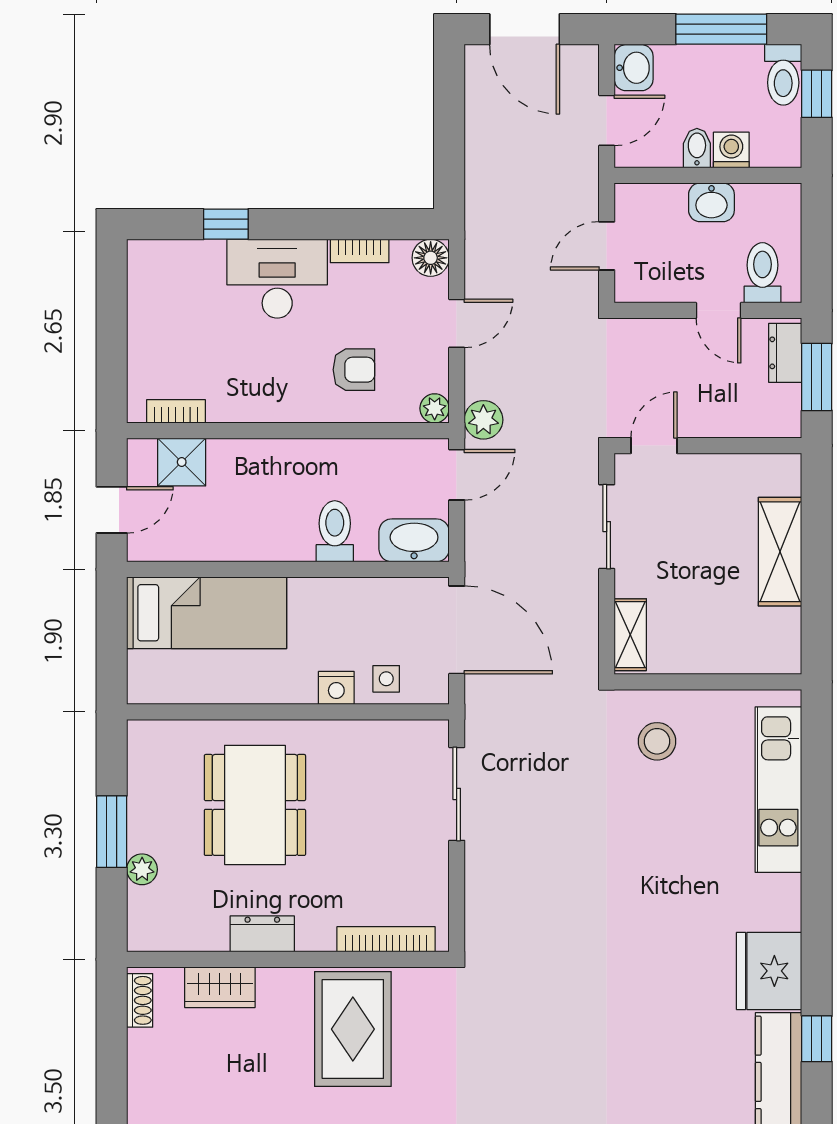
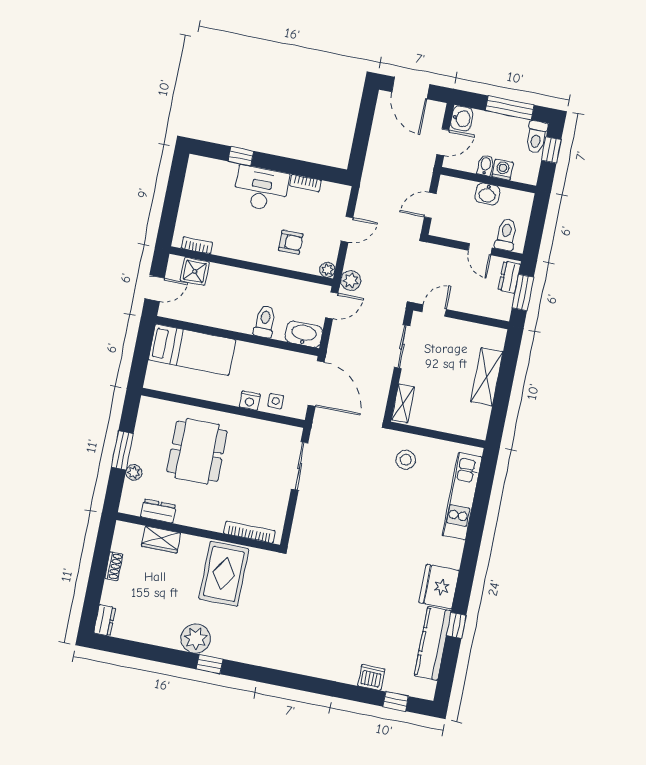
floor lamp: (431, 258) -> (340, 194), removed
dresser: (262, 934) -> (158, 511), moved
shoe rack: (140, 1000) -> (114, 566), moved

